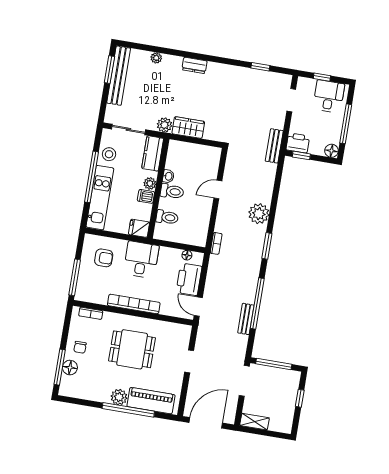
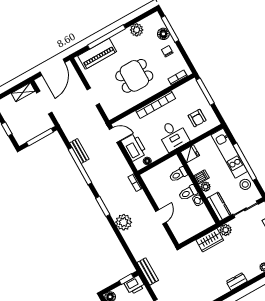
armchair: (104, 258) -> (197, 118), turned -90
doorway: (244, 381) -> (44, 103), moved
plant: (119, 397) -> (137, 30), moved

